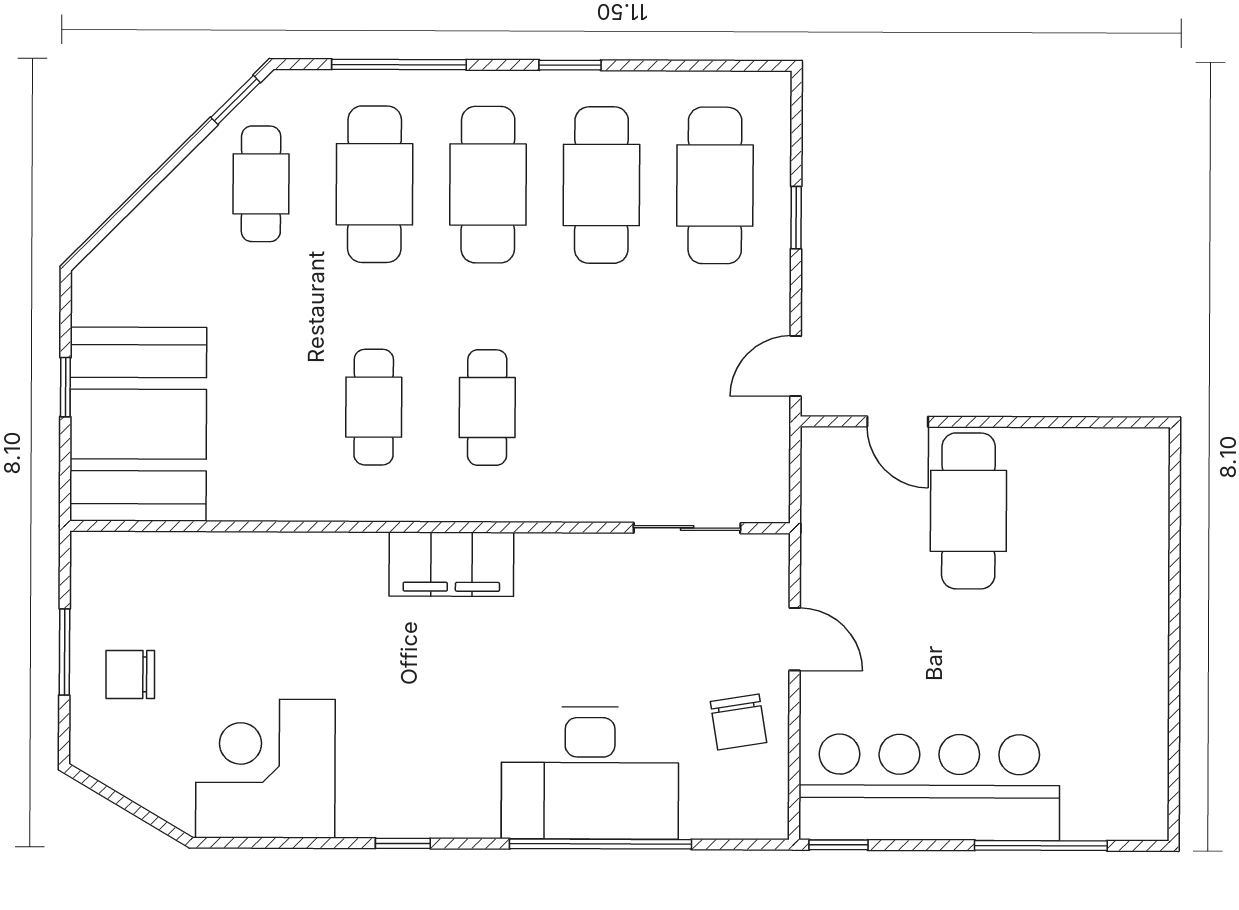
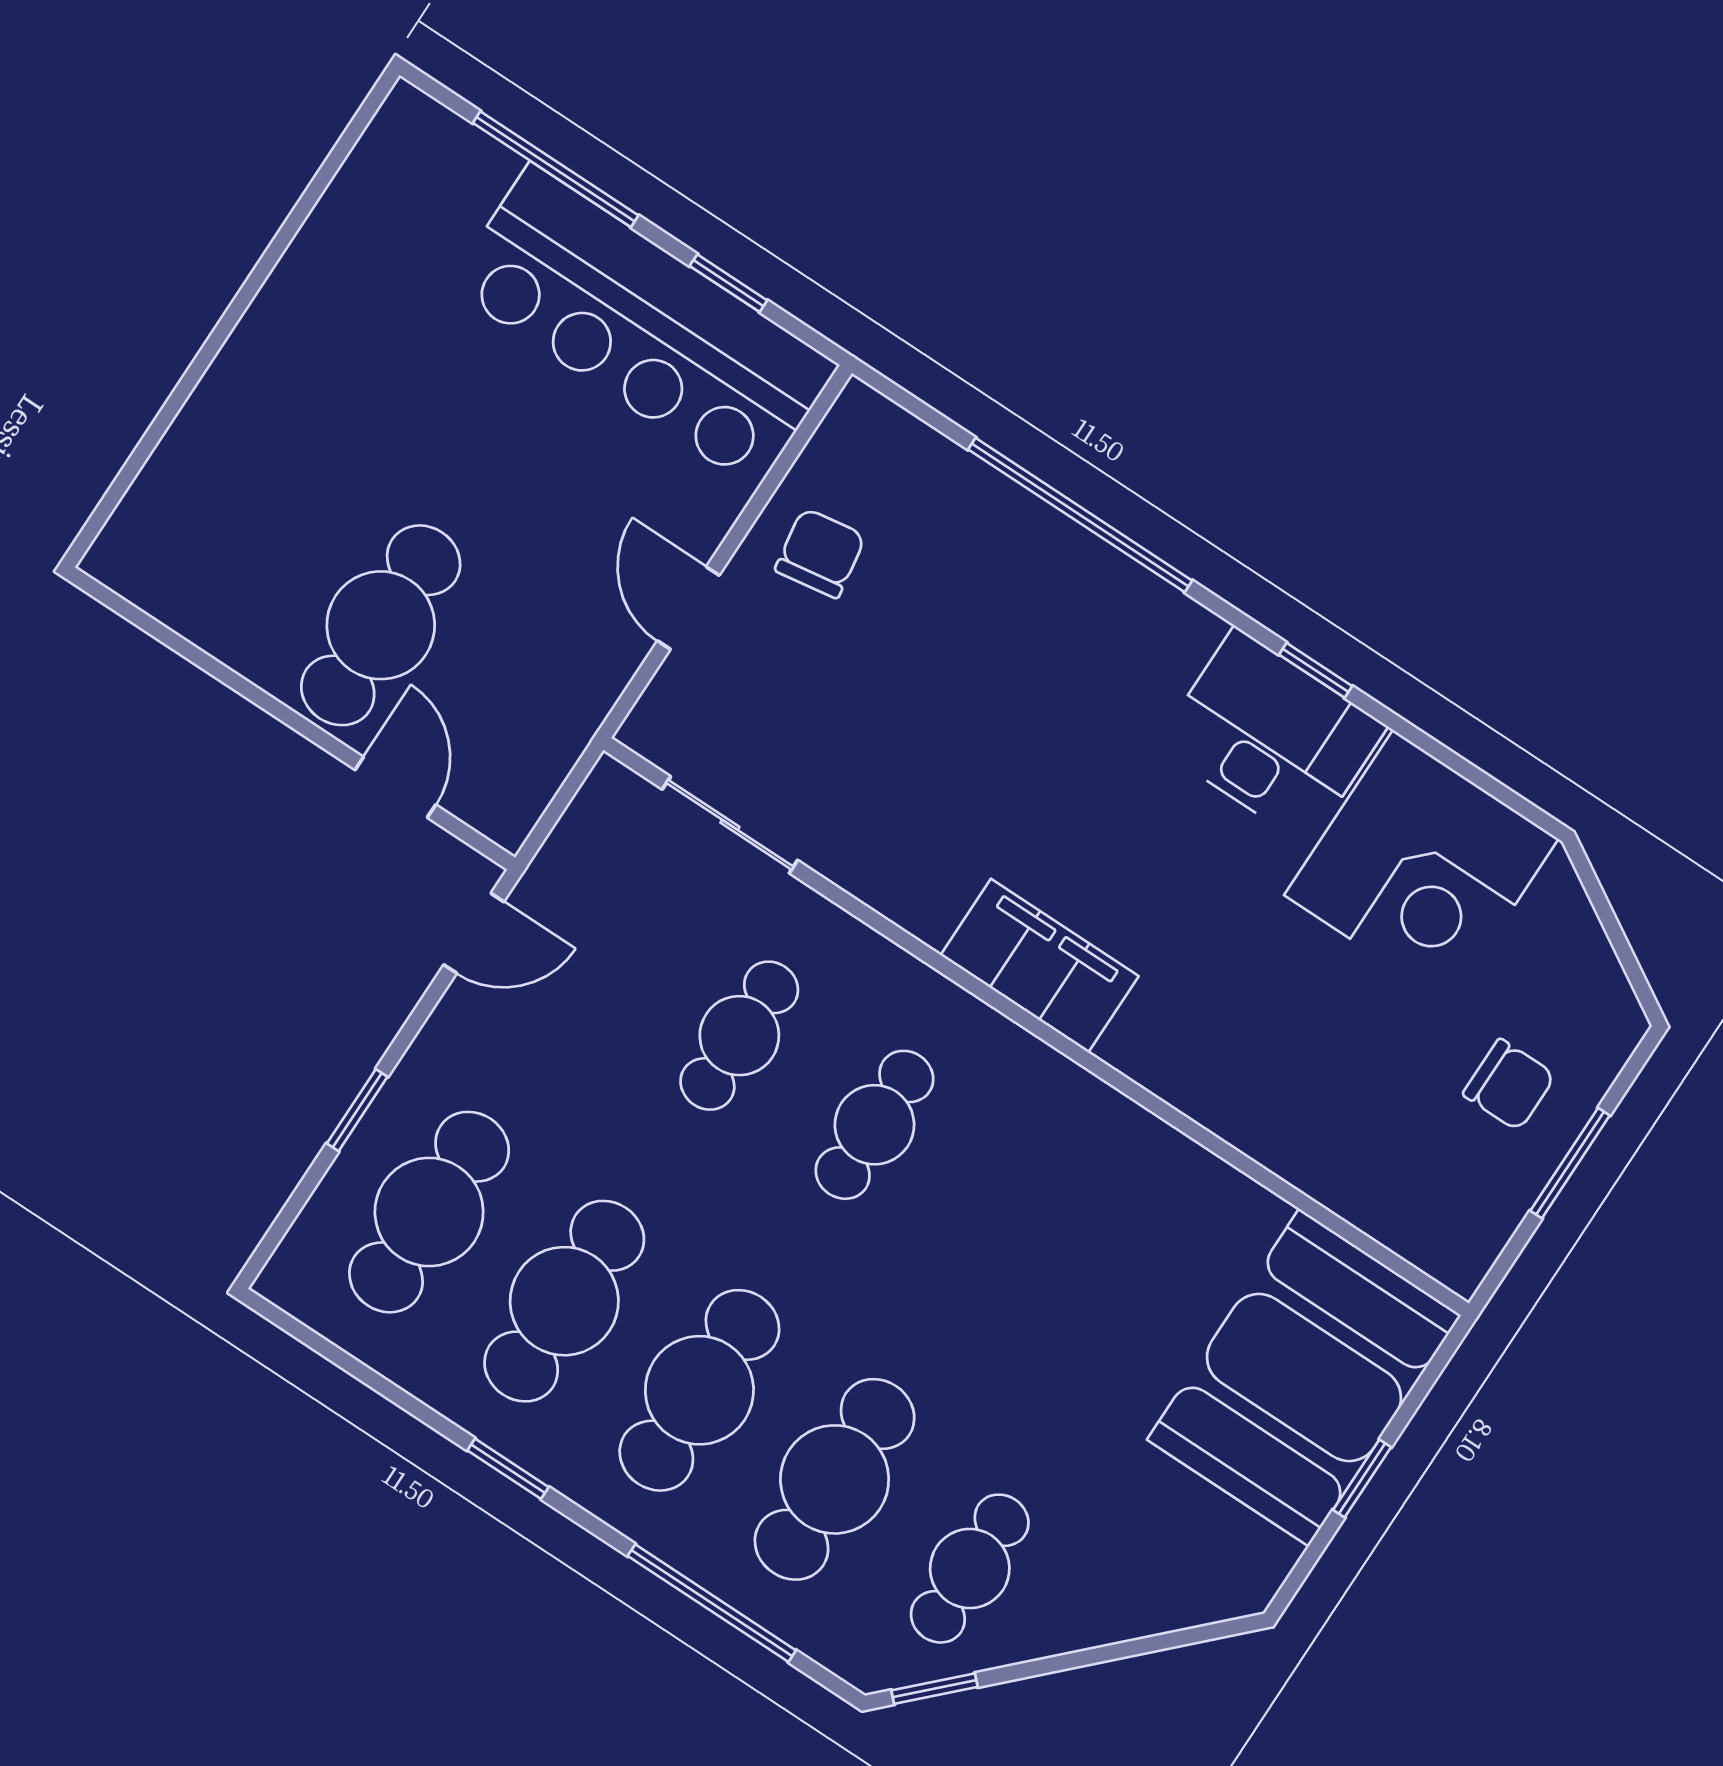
cafe table: (374, 407) -> (739, 1036), moved
desk: (590, 773) -> (1271, 736), moved, width x0.73, depth x0.77
window: (839, 845) -> (728, 283), moved

